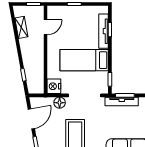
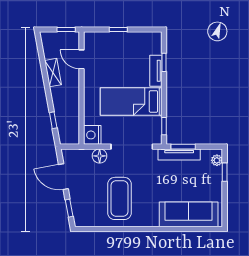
shelving: (21, 27) -> (53, 73), moved
door: (46, 27) -> (82, 59), swing flipped
tv unit: (103, 31) -> (156, 71), width x0.71
door: (31, 119) -> (63, 177), swing flipped

